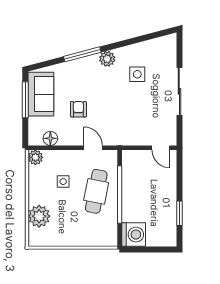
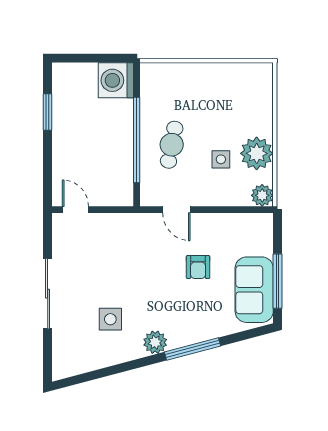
floor lamp: (50, 138) -> (240, 224), removed
cafe table: (96, 191) -> (172, 145), width x0.73, depth x0.74
plant: (39, 216) -> (257, 153), moved

